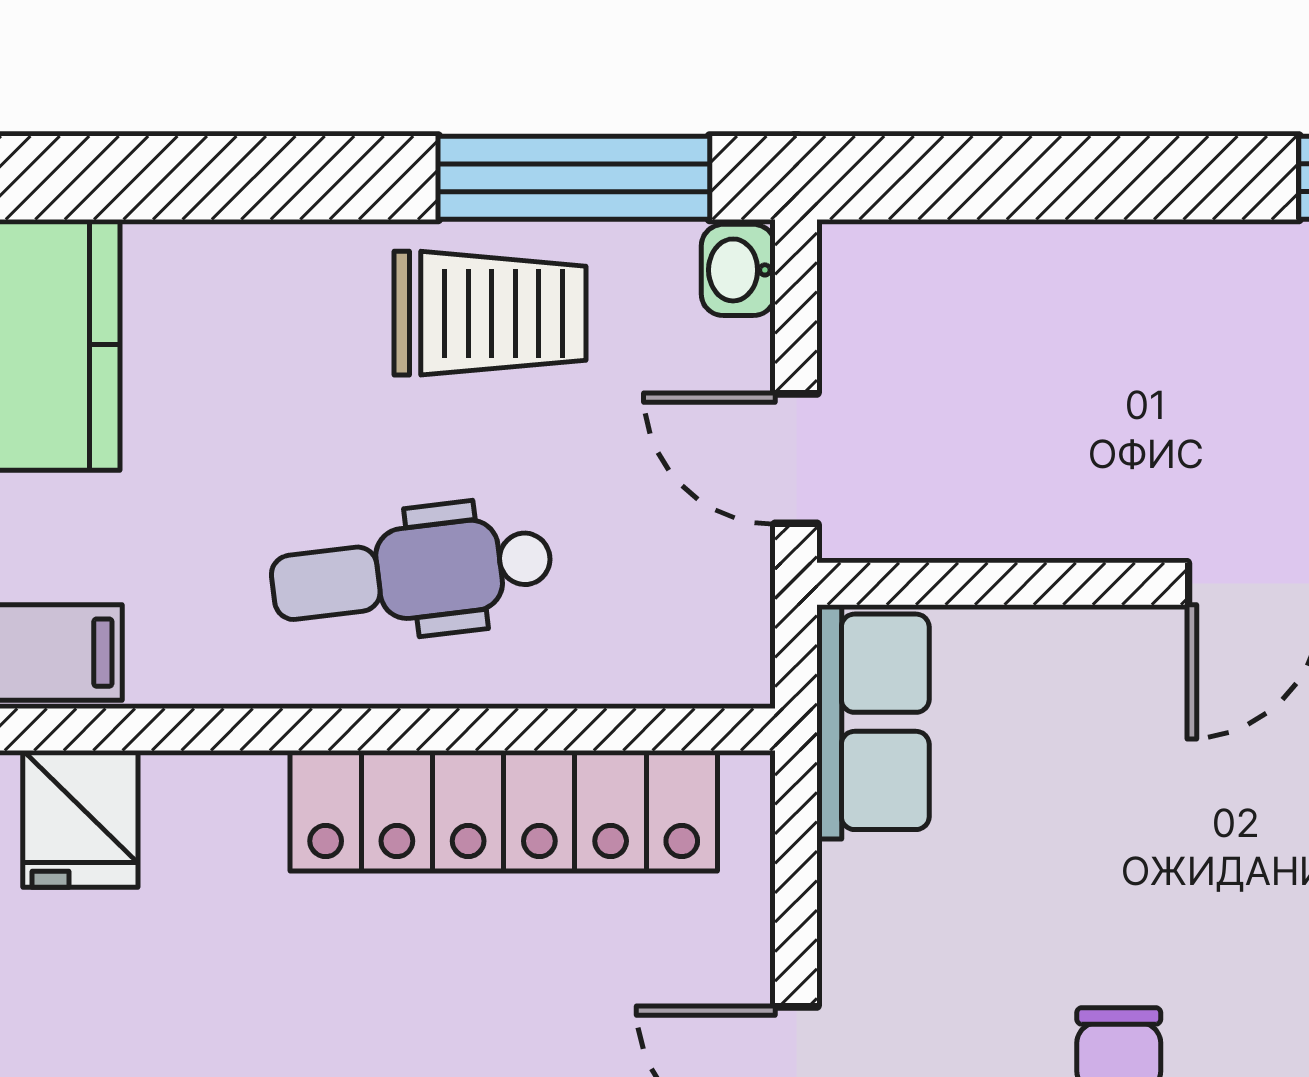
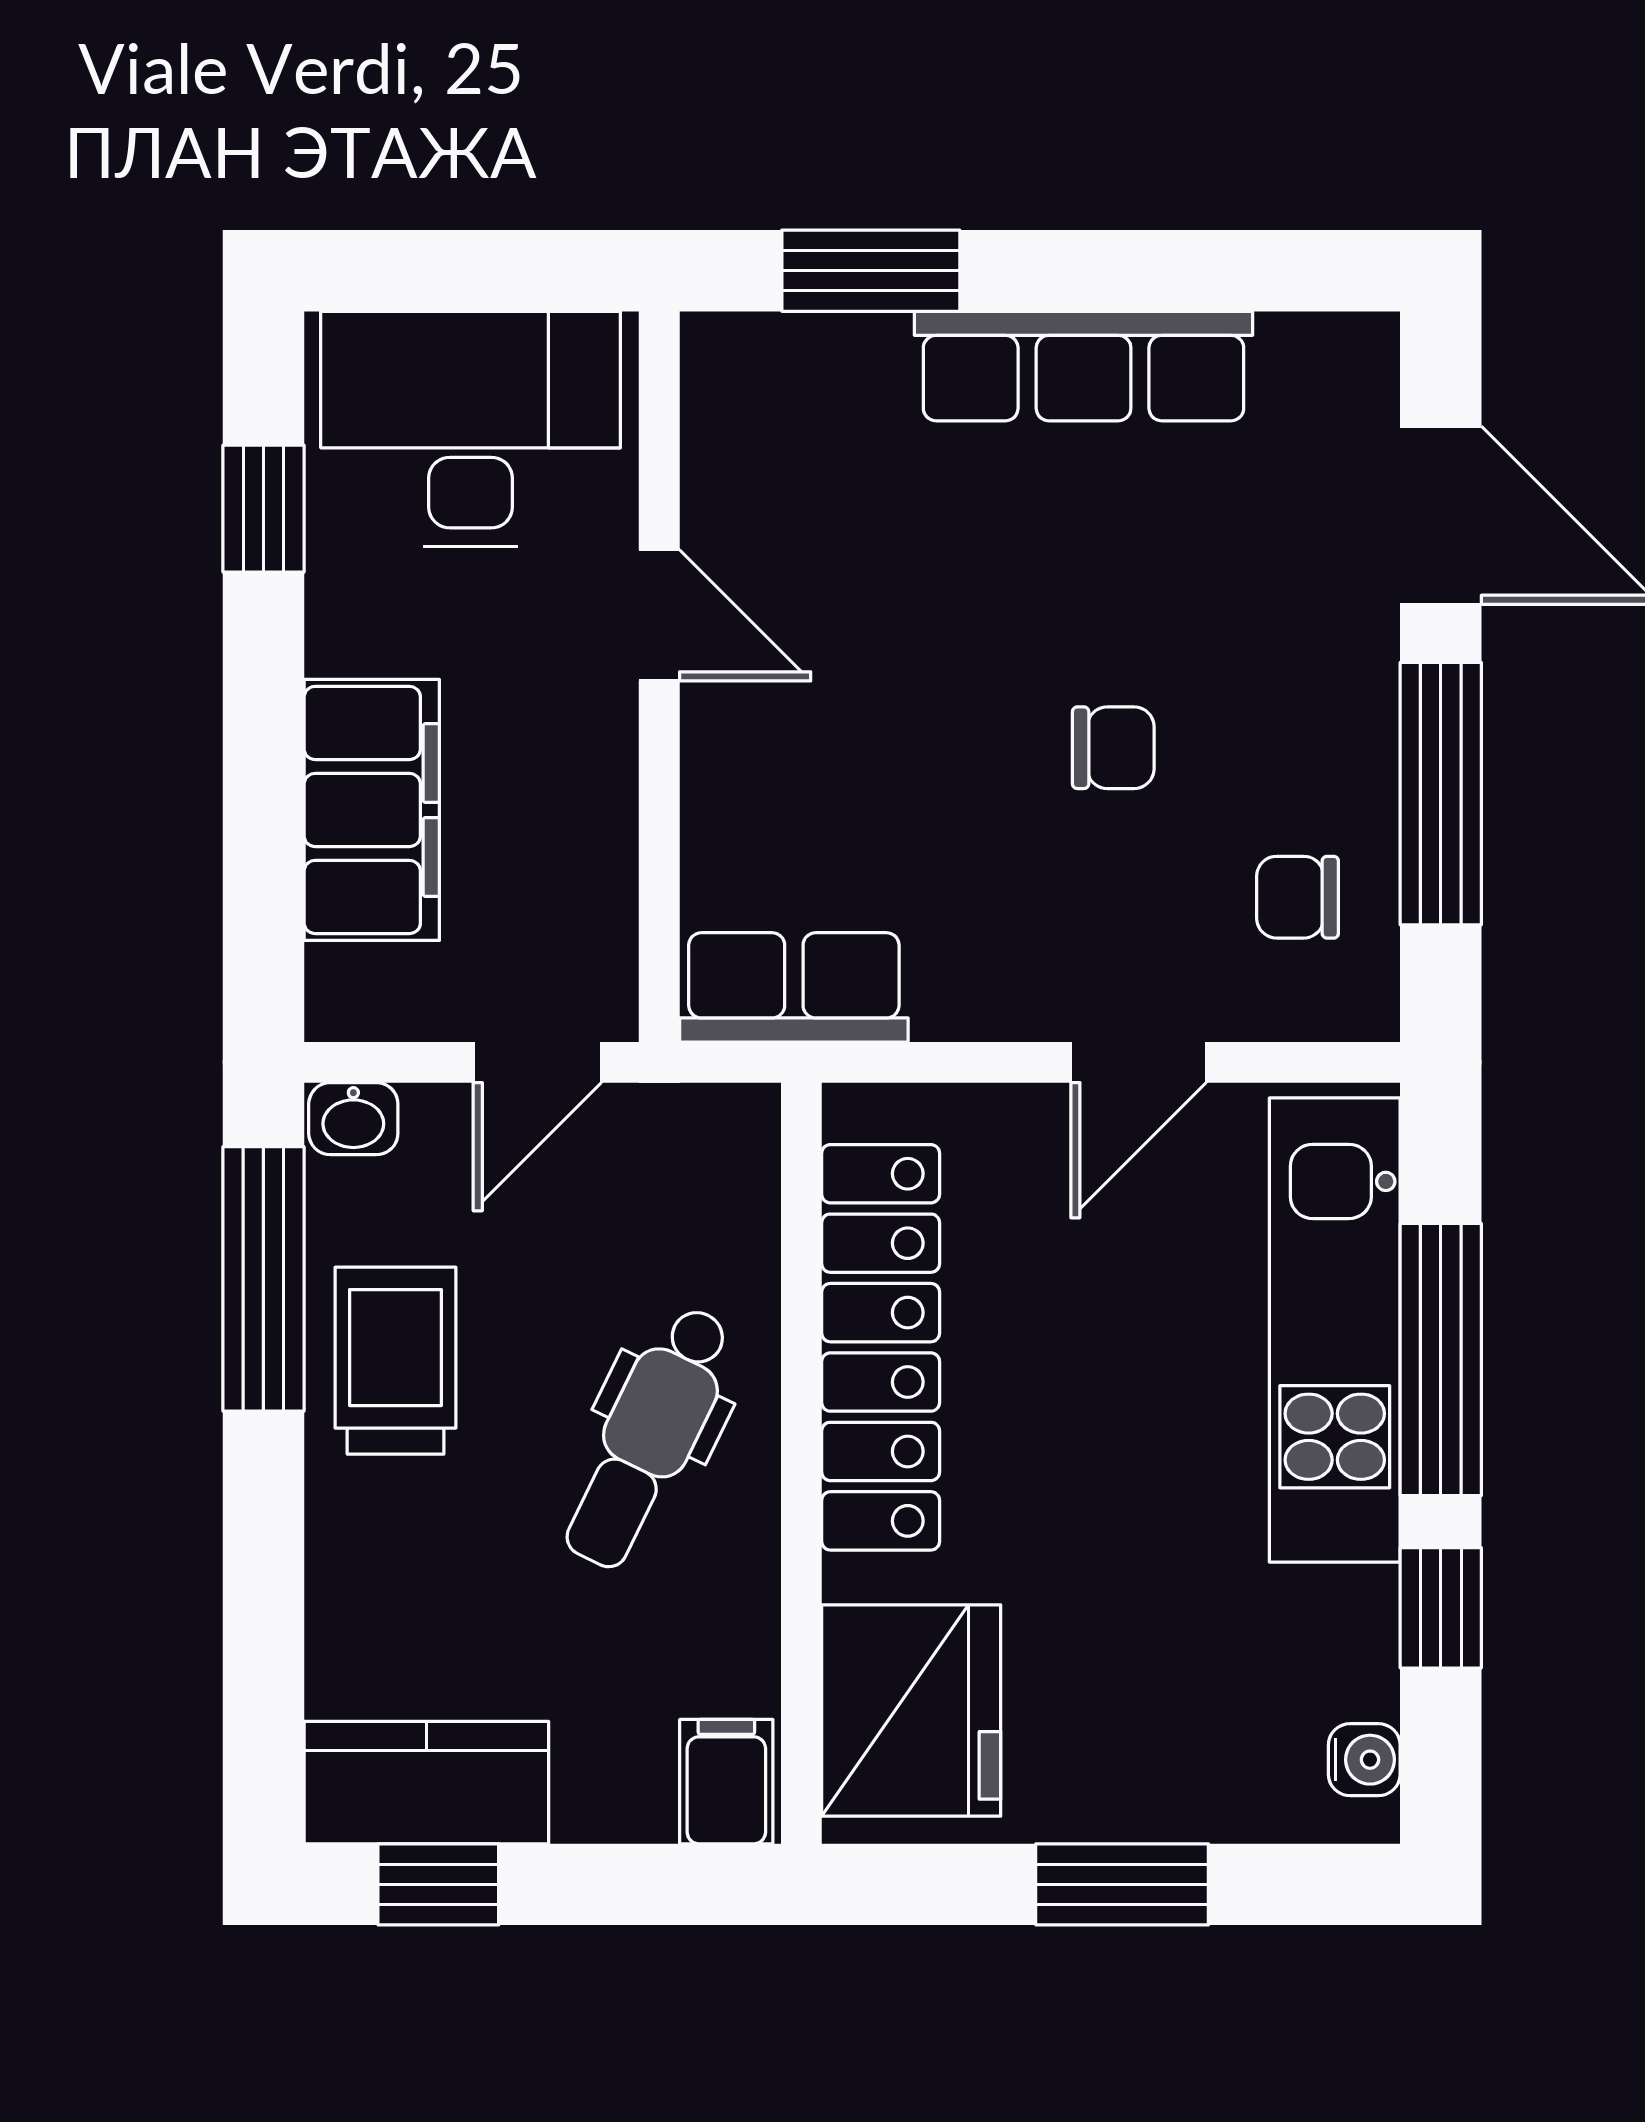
filing cabinet: (1055, 289) -> (372, 810), added
dental chair: (411, 573) -> (649, 1437), turned 33
fridge: (80, 819) -> (911, 1710), width x1.88, depth x1.34

